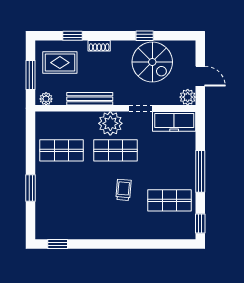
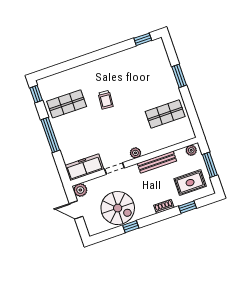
spiral stairs: (152, 62) -> (118, 208), turned 180
plant: (110, 123) -> (135, 153), width x0.53, depth x0.53
shop shelf: (115, 150) -> (123, 129), removed

